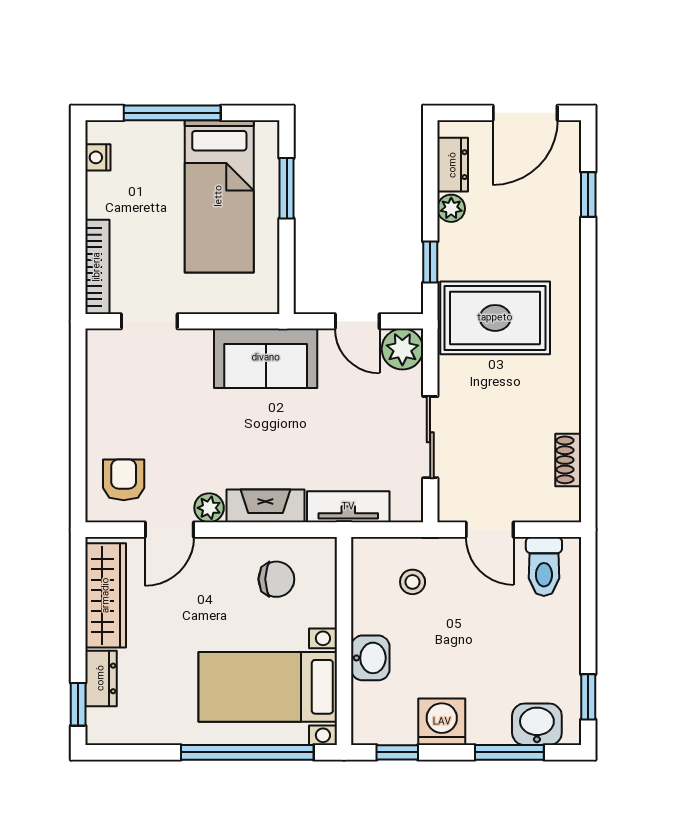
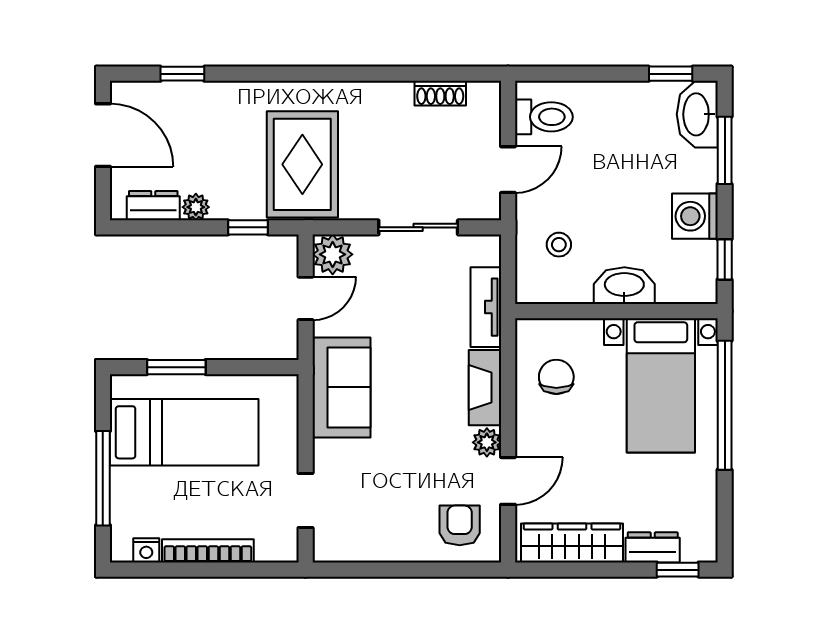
bookcase: (97, 267) -> (208, 551), moved
armchair: (124, 480) -> (460, 525), turned 90
door: (169, 530) -> (508, 481), hinge flipped
washbasin: (370, 658) -> (624, 286), width x1.38
washbasin: (537, 724) -> (697, 114), width x1.38

